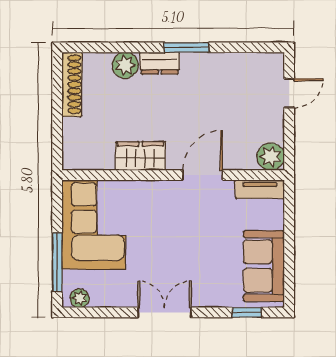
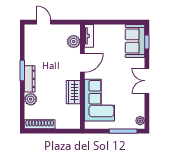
dresser: (160, 63) -> (30, 79), width x1.44
plant: (271, 157) -> (74, 42), moved
door: (203, 175) -> (82, 63), swing flipped
corner sofa: (94, 225) -> (100, 100), moved, turned 90
sofa: (264, 266) -> (135, 41), moved, turned 90

